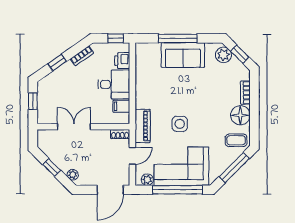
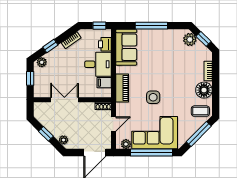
sofa: (183, 55) -> (126, 47), moved, turned -90
plant: (47, 82) -> (42, 62), added
piano: (143, 126) -> (122, 88), moved

